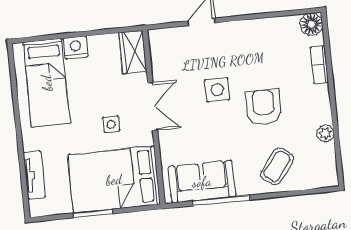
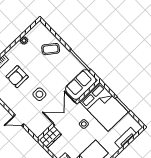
double door: (153, 107) -> (65, 114), width x1.37
armchair: (264, 107) -> (17, 77), moved
sofa: (202, 182) -> (81, 84), moved, turned 90

